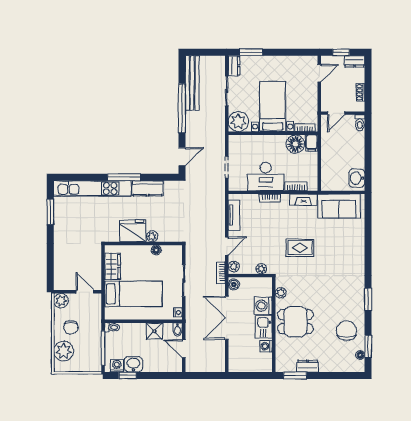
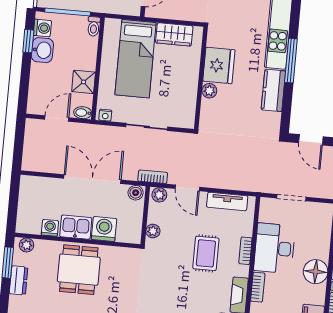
floor lamp: (295, 144) -> (316, 272), moved
rug: (300, 248) -> (206, 253), moved
floor lamp: (156, 250) -> (191, 94), removed
plant: (281, 293) -> (27, 245), moved

